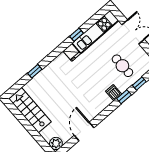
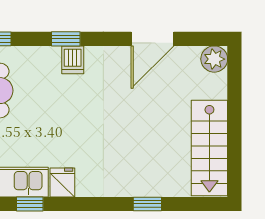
dishwasher: (114, 93) -> (73, 60), moved
window: (124, 97) -> (66, 39), moved

